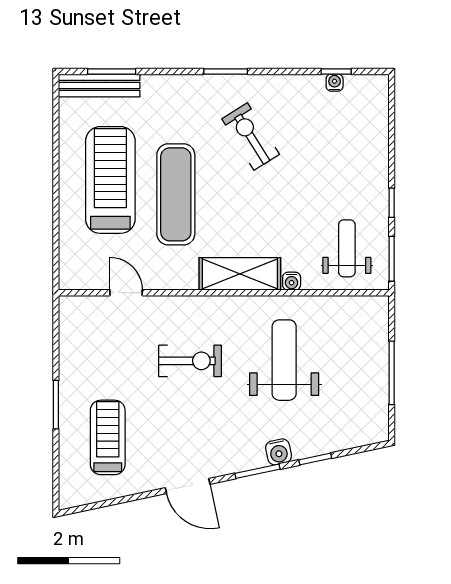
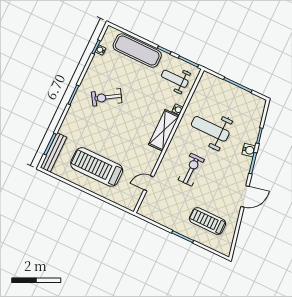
exercise mat: (176, 194) -> (137, 51), moved

